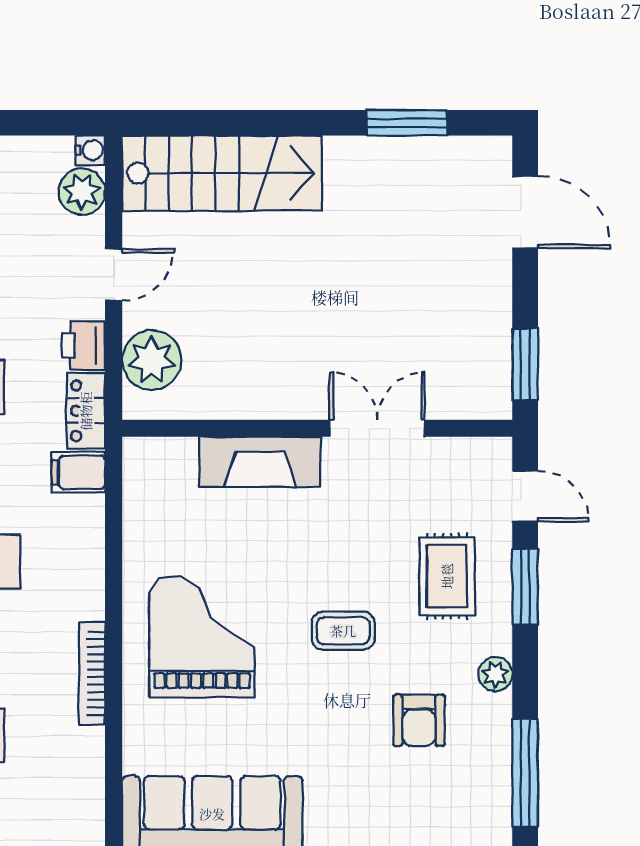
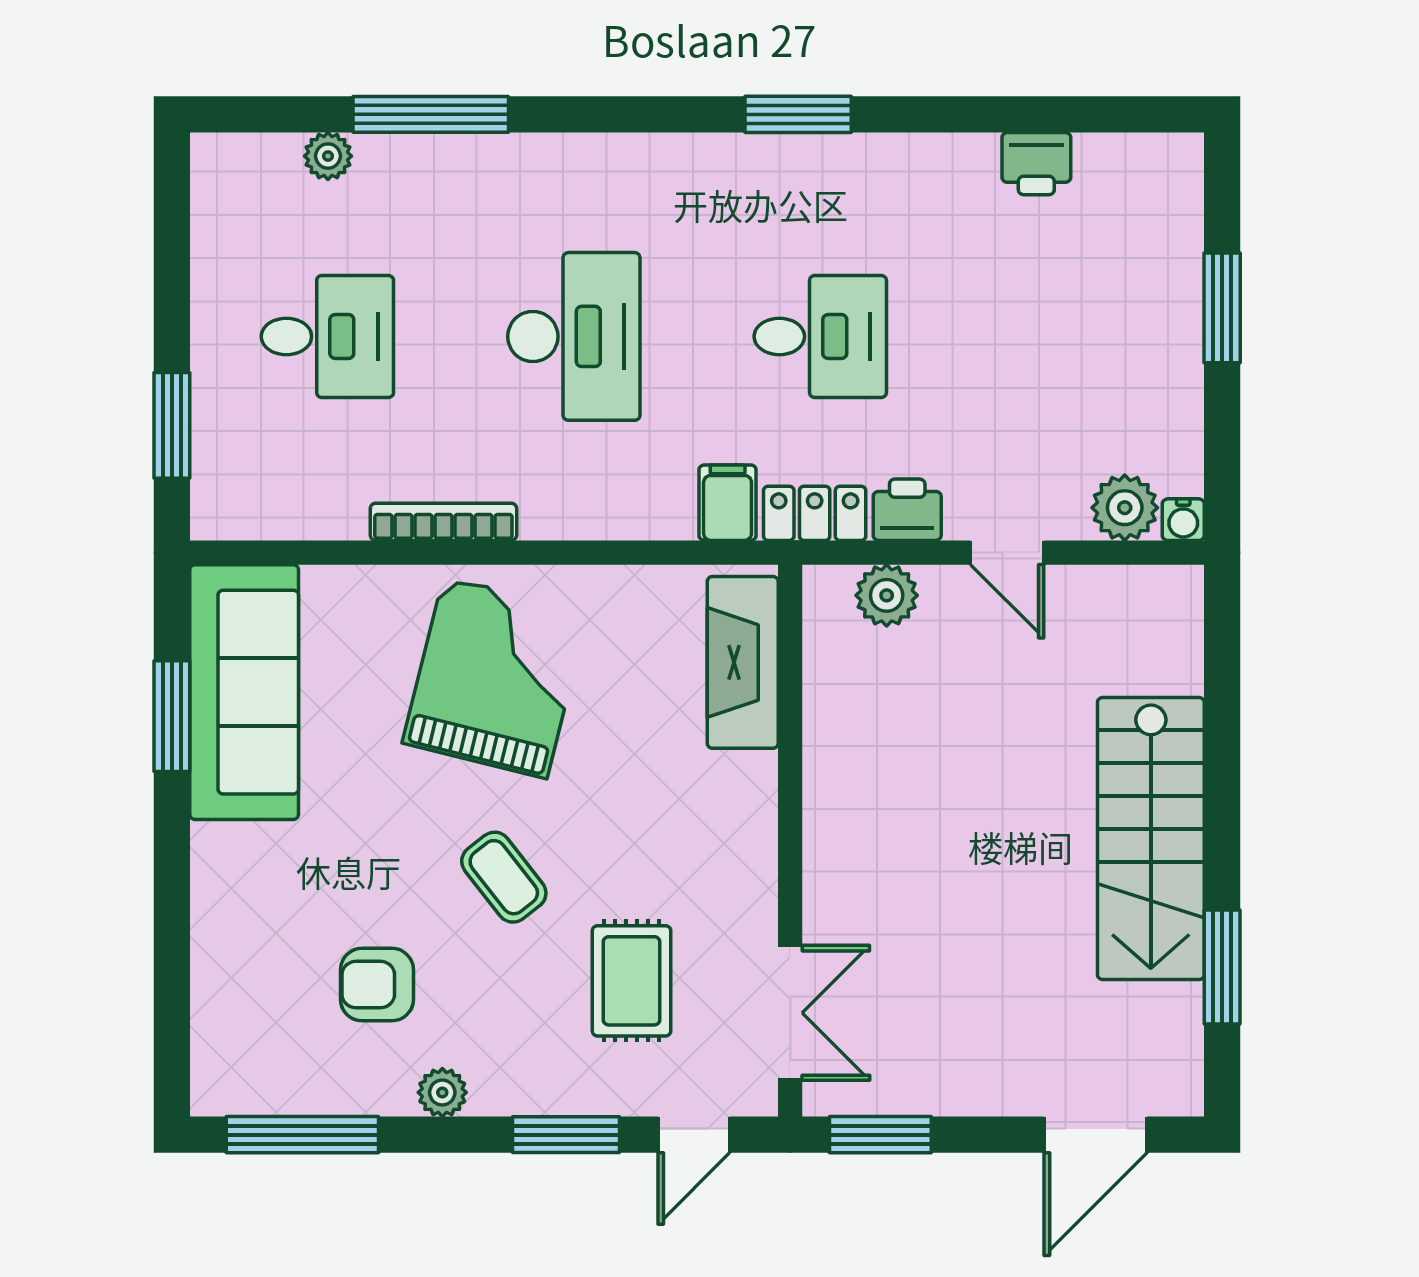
stairs: (222, 173) -> (1151, 839), moved
plant: (152, 360) -> (887, 595), width x0.73, depth x0.73
double door: (377, 428) -> (790, 1013), moved
fireplace: (260, 462) -> (743, 662), moved
rug: (447, 576) -> (632, 981), moved, turned 90
coffee table: (343, 631) -> (504, 877), turned -38
grand piano: (202, 637) -> (495, 678), turned -76

